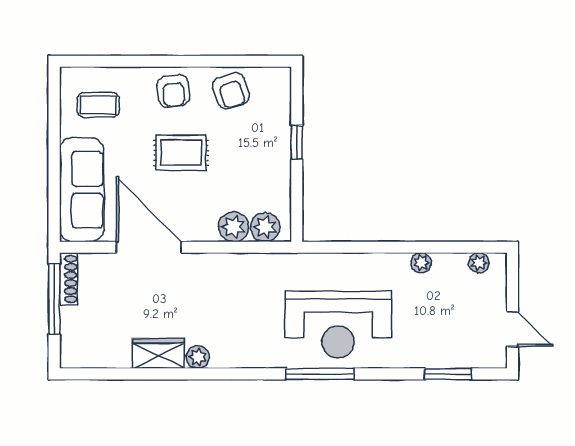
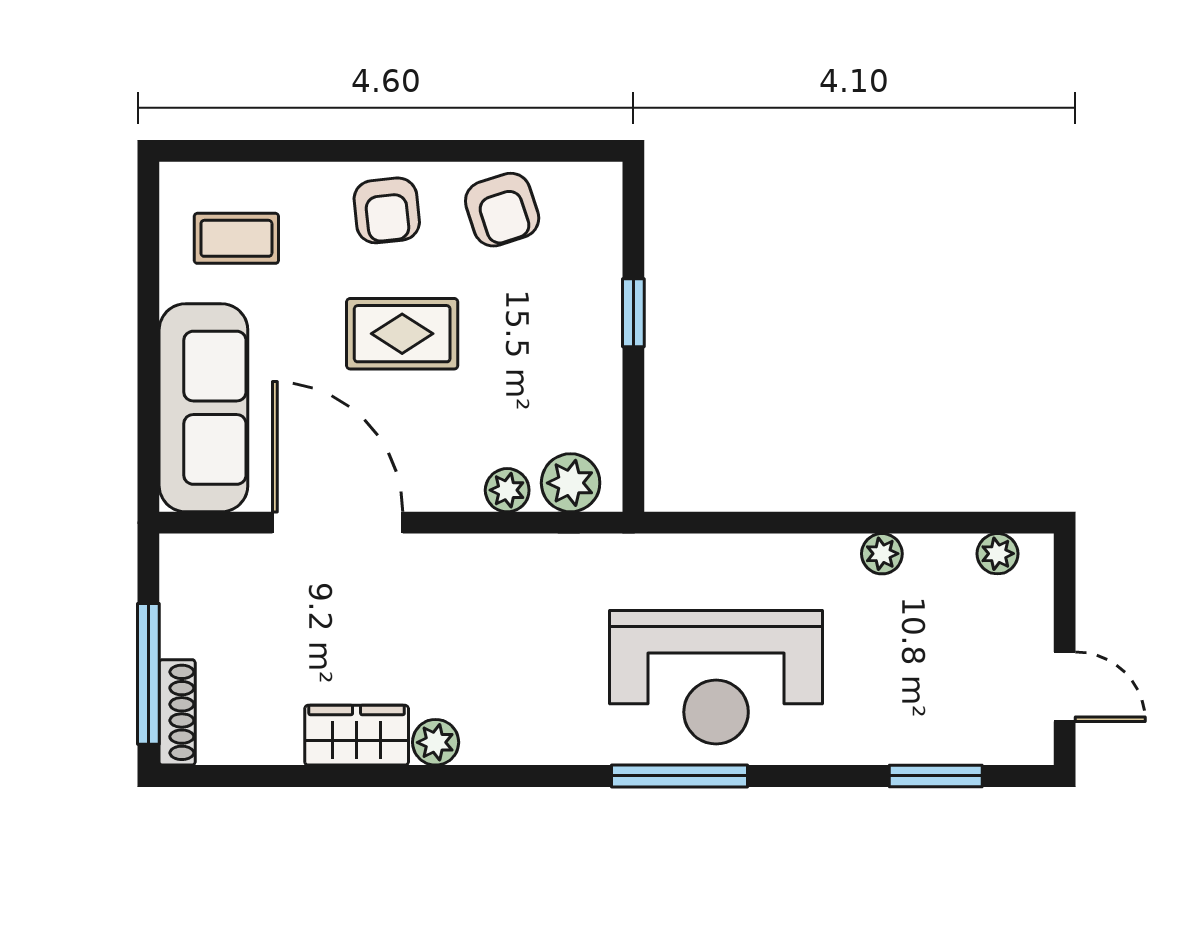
plant: (234, 227) -> (507, 490), width x0.73, depth x0.73
shoe rack: (69, 279) -> (177, 712), moved
window: (54, 299) -> (148, 674), moved

